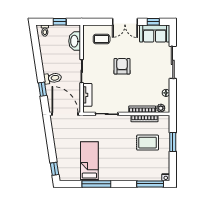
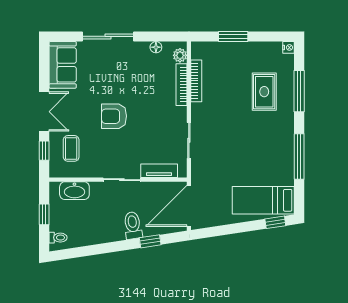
window: (153, 22) -> (44, 151), moved
rug: (148, 143) -> (264, 92), moved
bed: (89, 161) -> (263, 200), moved
window: (150, 184) -> (299, 91), moved

